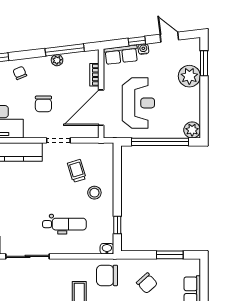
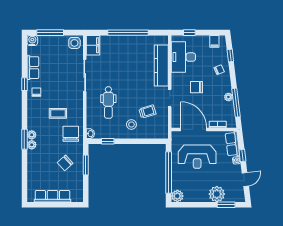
window: (170, 255) -> (86, 165), moved

